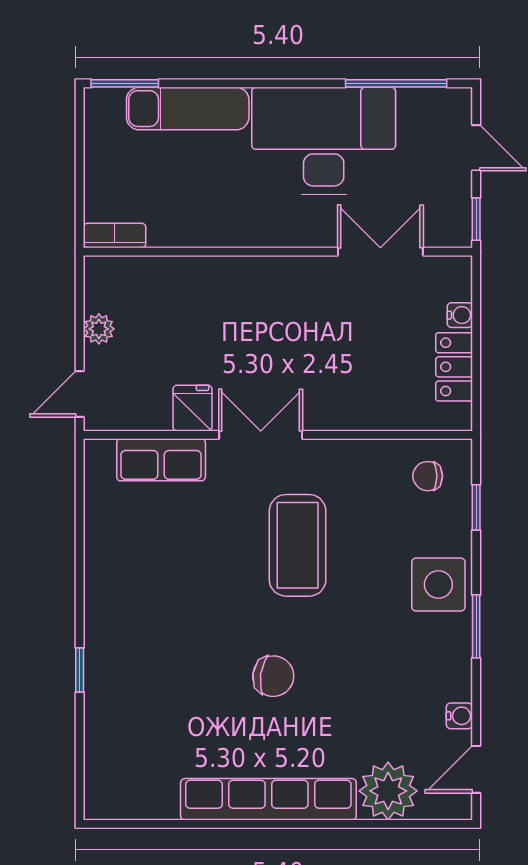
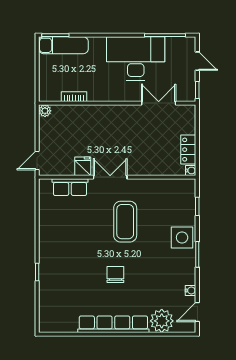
exam couch: (188, 109) -> (63, 45), moved
bookcase: (115, 235) -> (74, 97), moved
water cooler: (460, 315) -> (191, 170), moved
plant: (99, 329) -> (45, 111), moved
chair: (428, 476) -> (178, 194), removed
chair: (273, 676) -> (115, 274), turned -98

